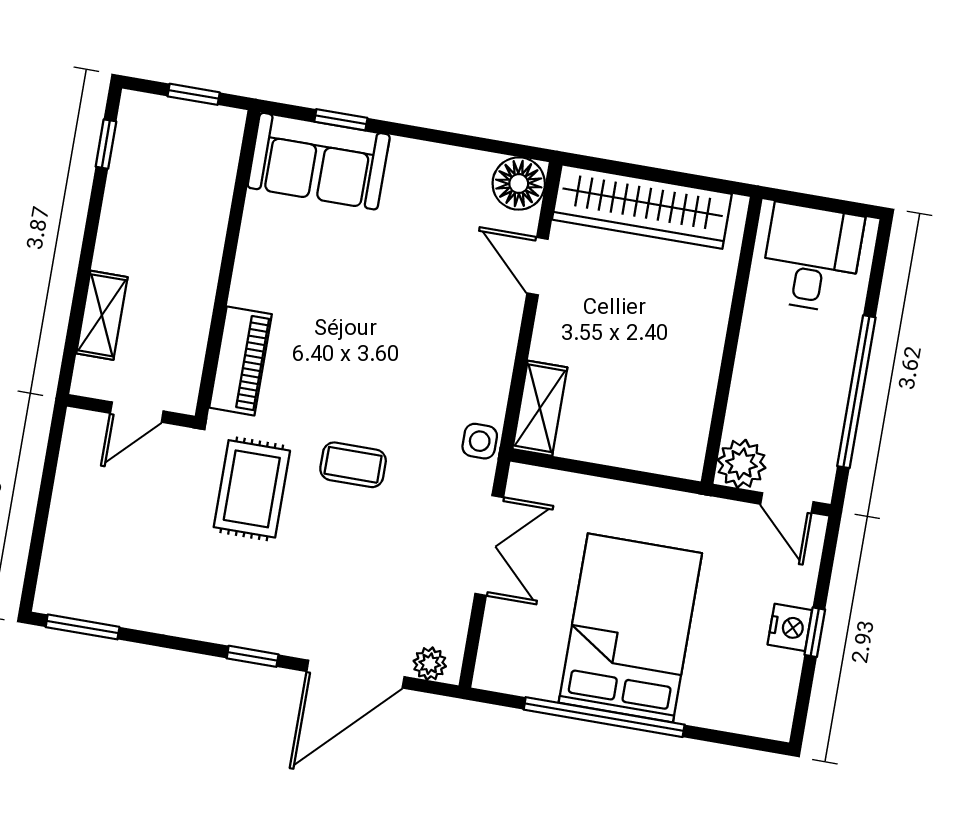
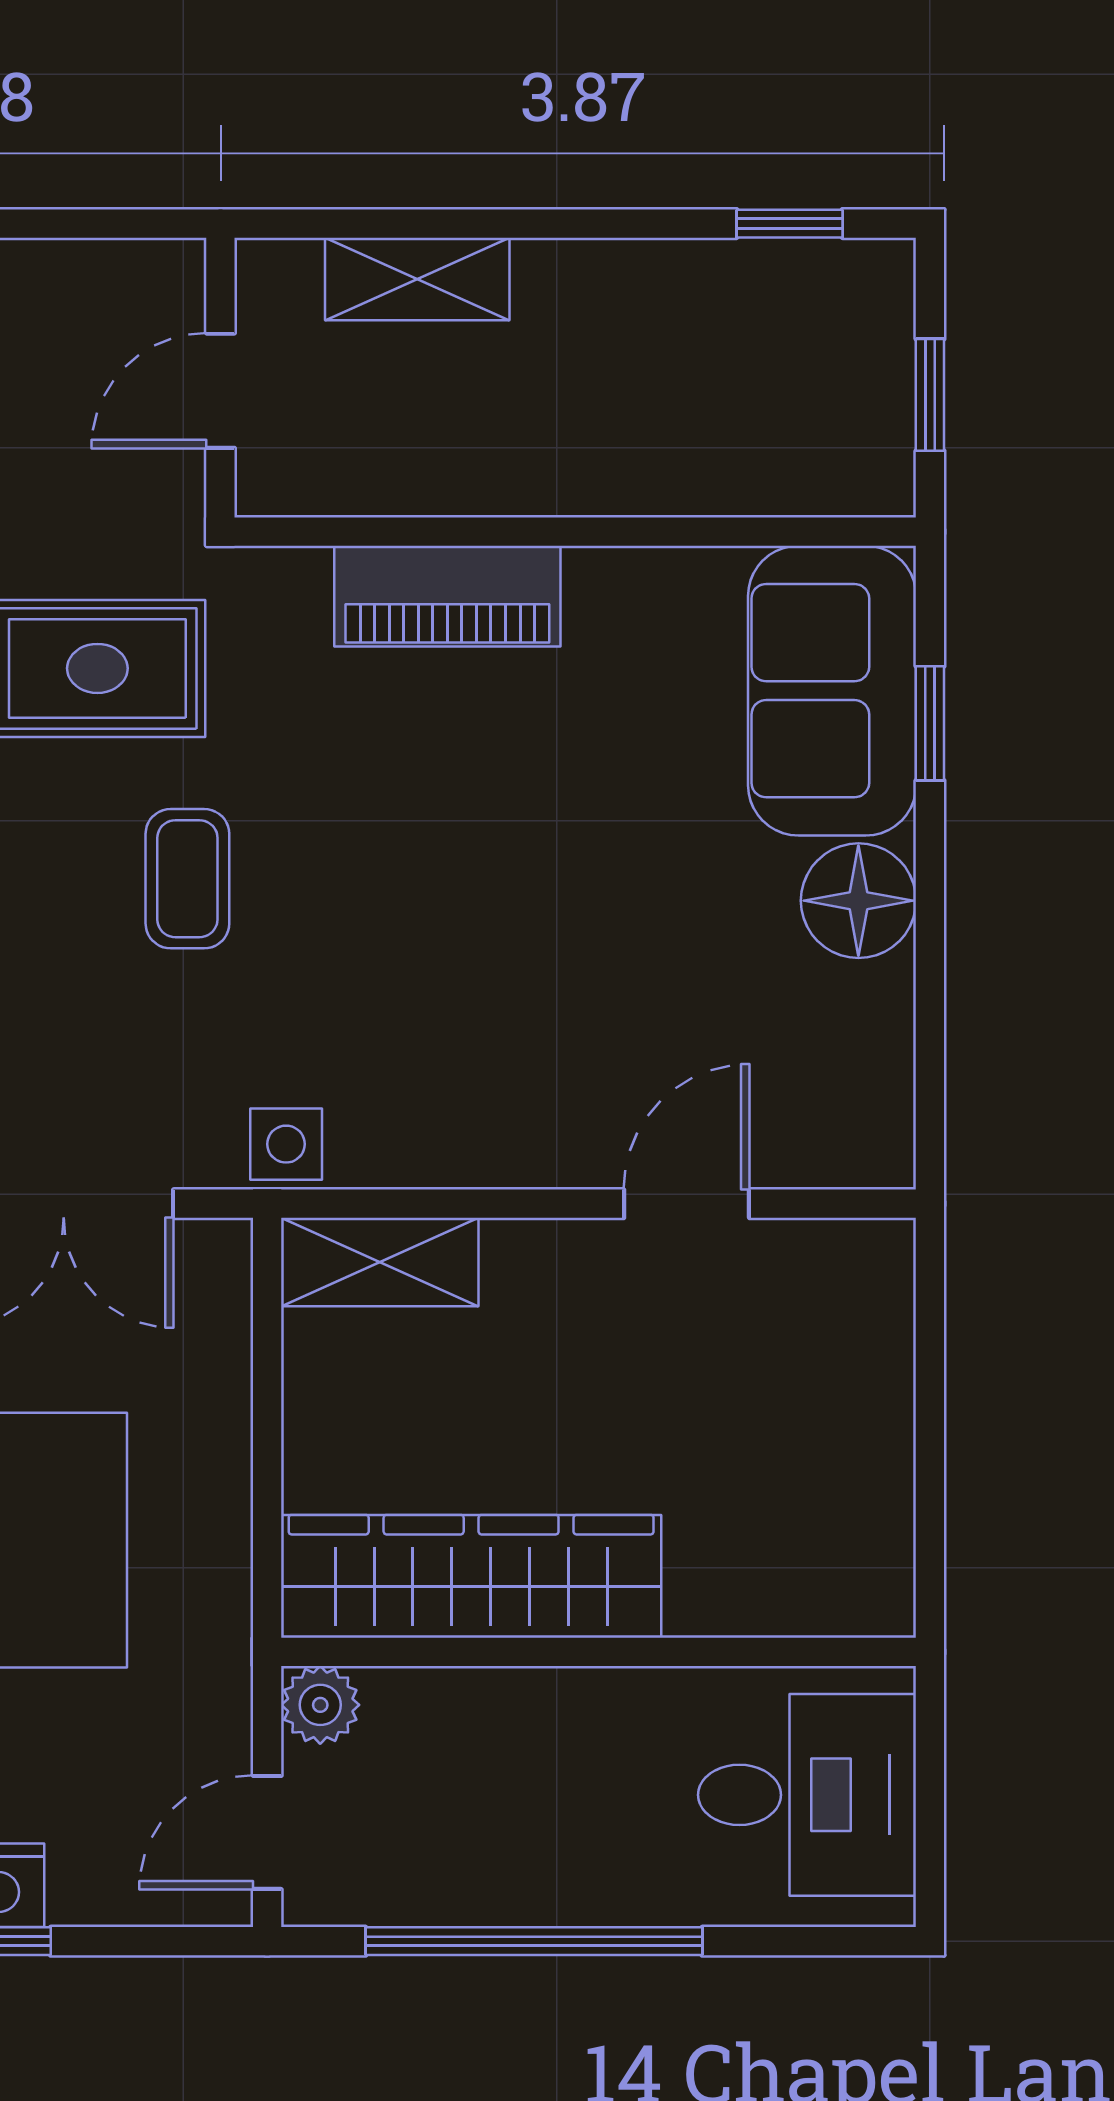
floor lamp: (519, 184) -> (858, 901), moved
wardrobe: (642, 207) -> (471, 1576), moved, turned 90
piano: (240, 361) -> (447, 596), moved
door: (137, 412) -> (220, 391), hinge flipped
plant: (742, 464) -> (320, 1705), width x0.73, depth x0.73

